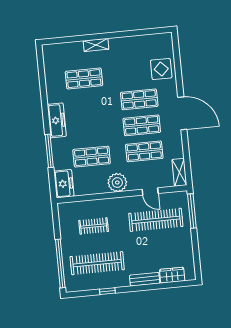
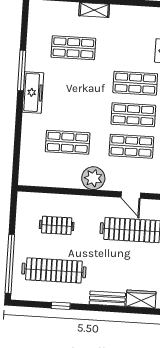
window: (49, 151) -> (22, 70), moved
freezer: (64, 184) -> (29, 169), removed

